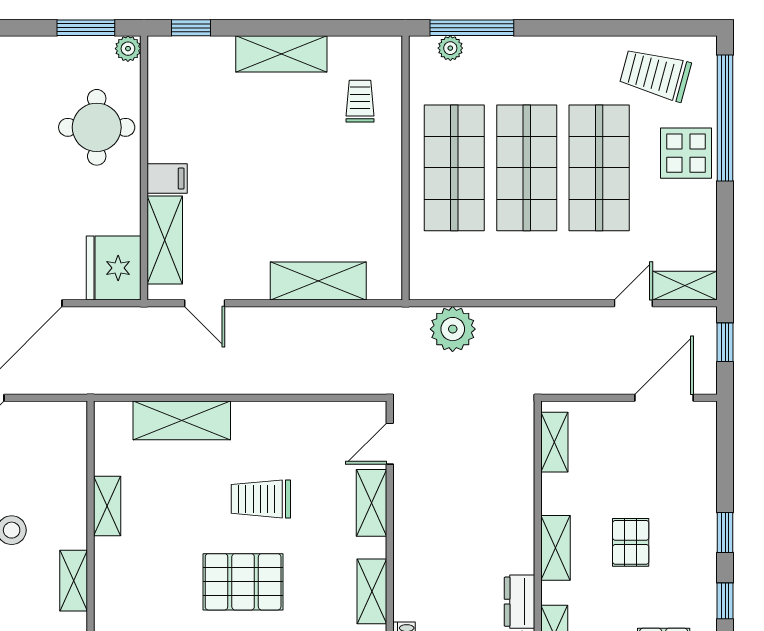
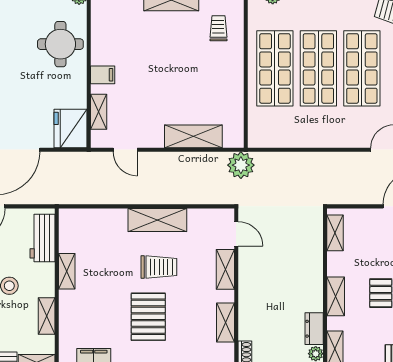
shelving: (165, 240) -> (99, 112), width x0.67, depth x0.75
plant: (453, 329) -> (241, 165), moved
shelving: (182, 420) -> (157, 220), moved
door: (390, 444) -> (236, 234), swing flipped
workbench: (67, 451) -> (42, 238), added
trolley: (261, 499) -> (159, 267), turned 180
pallet: (243, 582) -> (148, 317), turned 90

